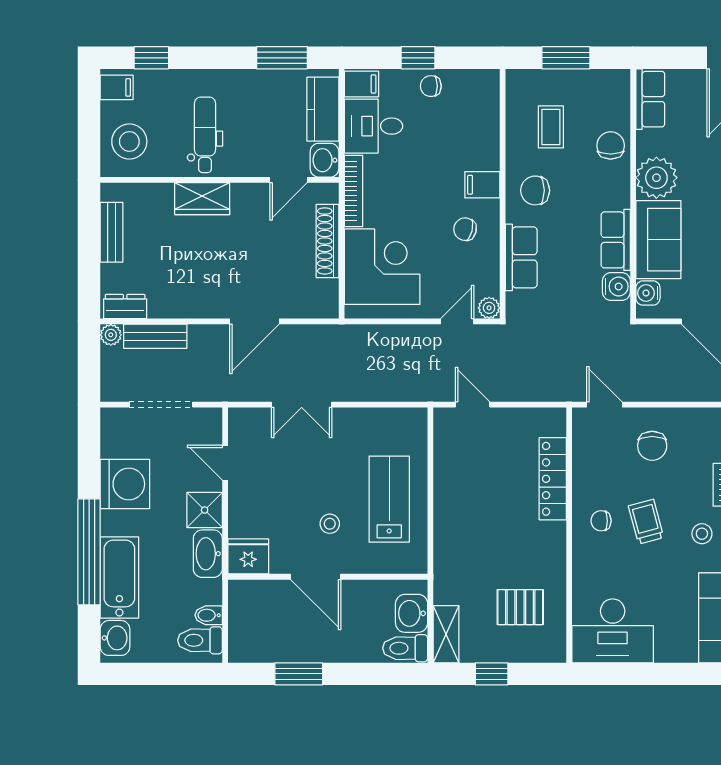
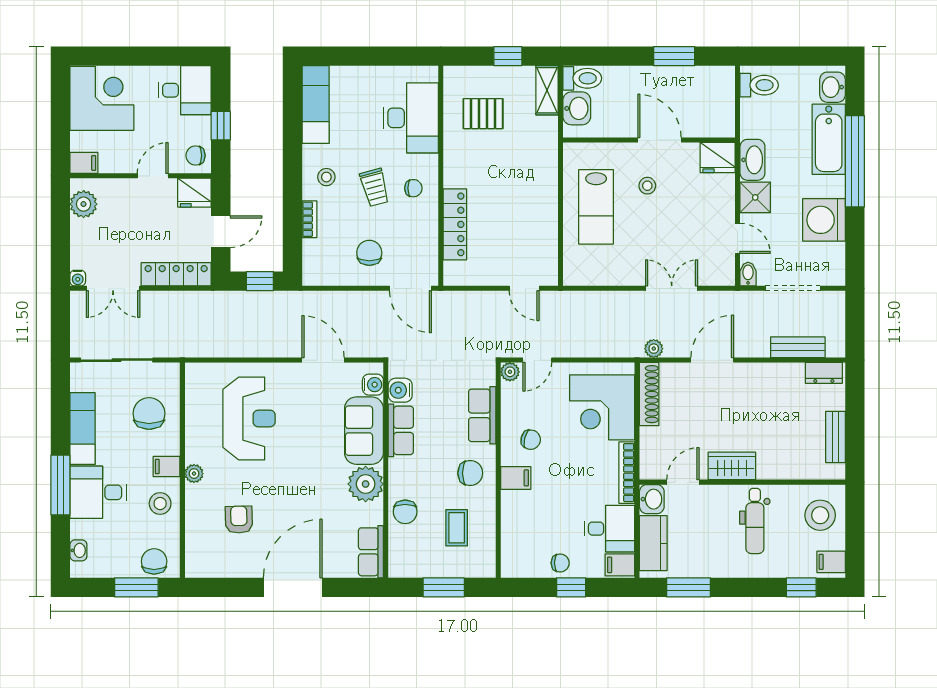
wardrobe: (202, 199) -> (732, 466), moved
shoe rack: (328, 241) -> (649, 394), moved
plant: (111, 335) -> (654, 349), moved
door: (604, 405) -> (410, 288), width x1.38
bidet: (209, 615) -> (748, 274), moved, turned -90
desk: (613, 631) -> (411, 118), moved, turned 90

